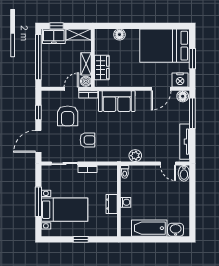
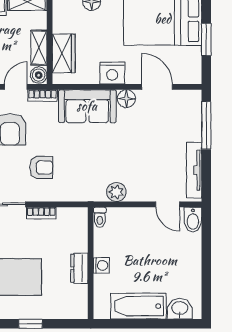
nightstand: (180, 80) -> (112, 73), moved
door: (161, 89) -> (157, 87), swing flipped
floor lamp: (183, 96) -> (126, 99), moved

